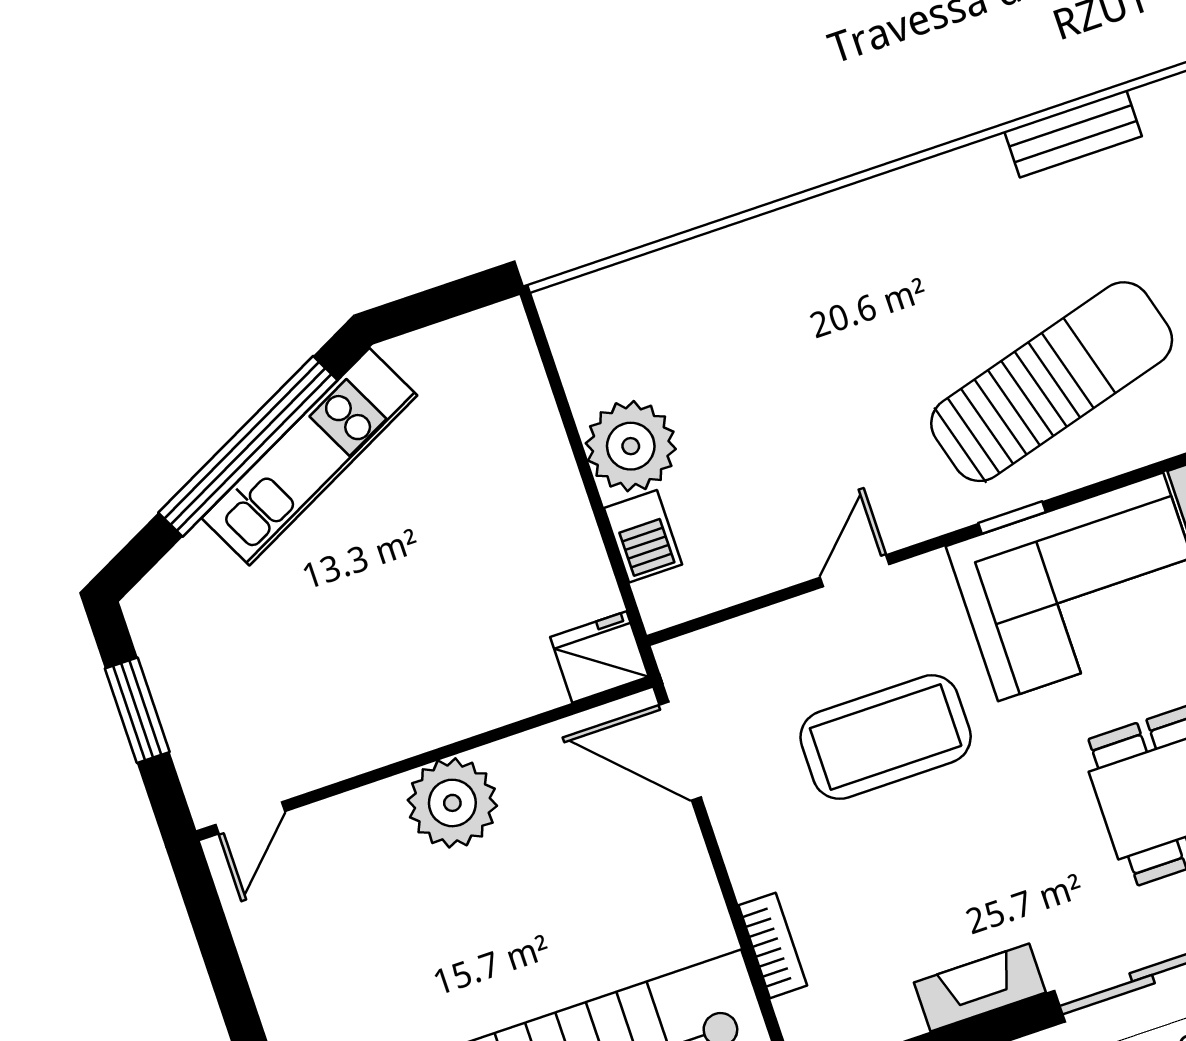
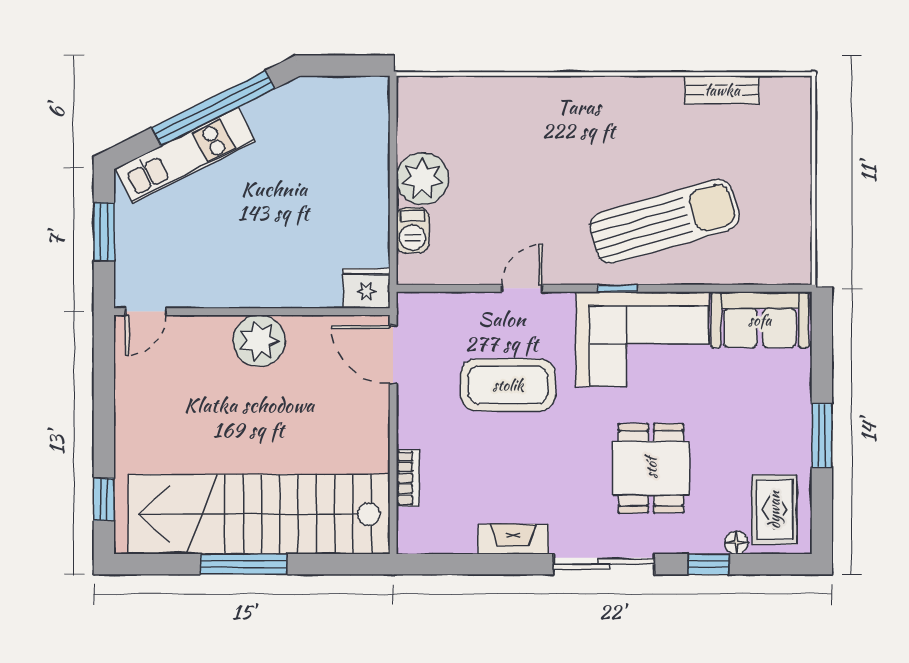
kitchen unit: (309, 457) -> (185, 155), moved

